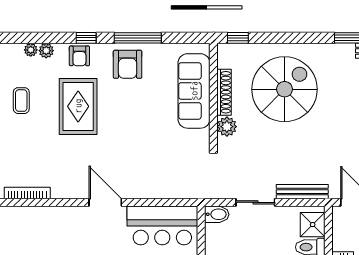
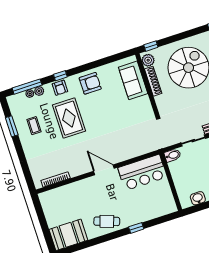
window: (138, 38) -> (27, 87), moved
armchair: (128, 64) -> (90, 83), turned -90
sofa: (194, 91) -> (133, 80), width x0.73
plant: (227, 127) -> (148, 60), moved

